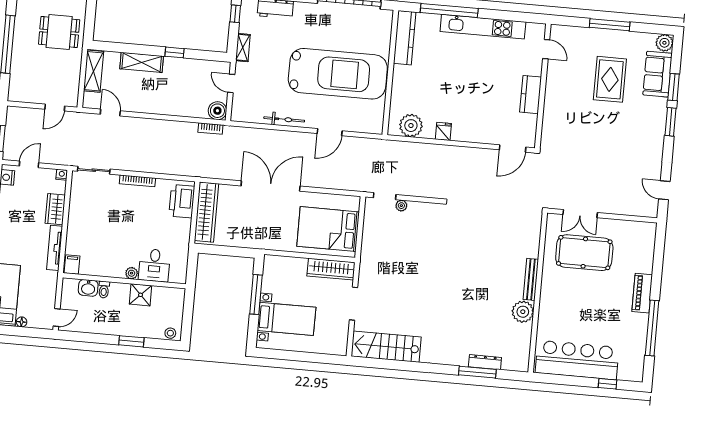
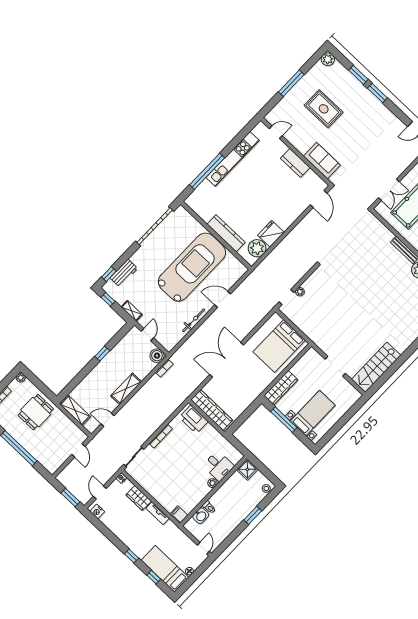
kitchen counter: (405, 38) -> (226, 233), moved
shelving: (142, 62) -> (126, 389), moved
sofa: (658, 74) -> (322, 161), moved, turned 180
door: (231, 83) -> (147, 335), swing flipped
fridge: (443, 131) -> (271, 234), width x1.88, depth x1.34
door: (330, 132) -> (223, 299), swing flipped
tv unit: (55, 248) -> (158, 513), width x0.71
wardrobe: (331, 269) -> (281, 388), moved
shower: (140, 295) -> (247, 469), moved

